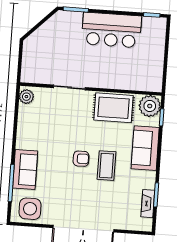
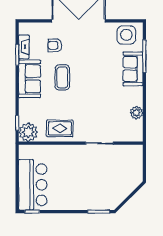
bar counter: (111, 30) -> (33, 185), moved, turned 90
plant: (26, 97) -> (136, 113), moved
rug: (113, 108) -> (60, 128), width x0.73, depth x0.70
sofa: (145, 148) -> (30, 79), moved
armchair: (81, 159) -> (55, 45), moved

